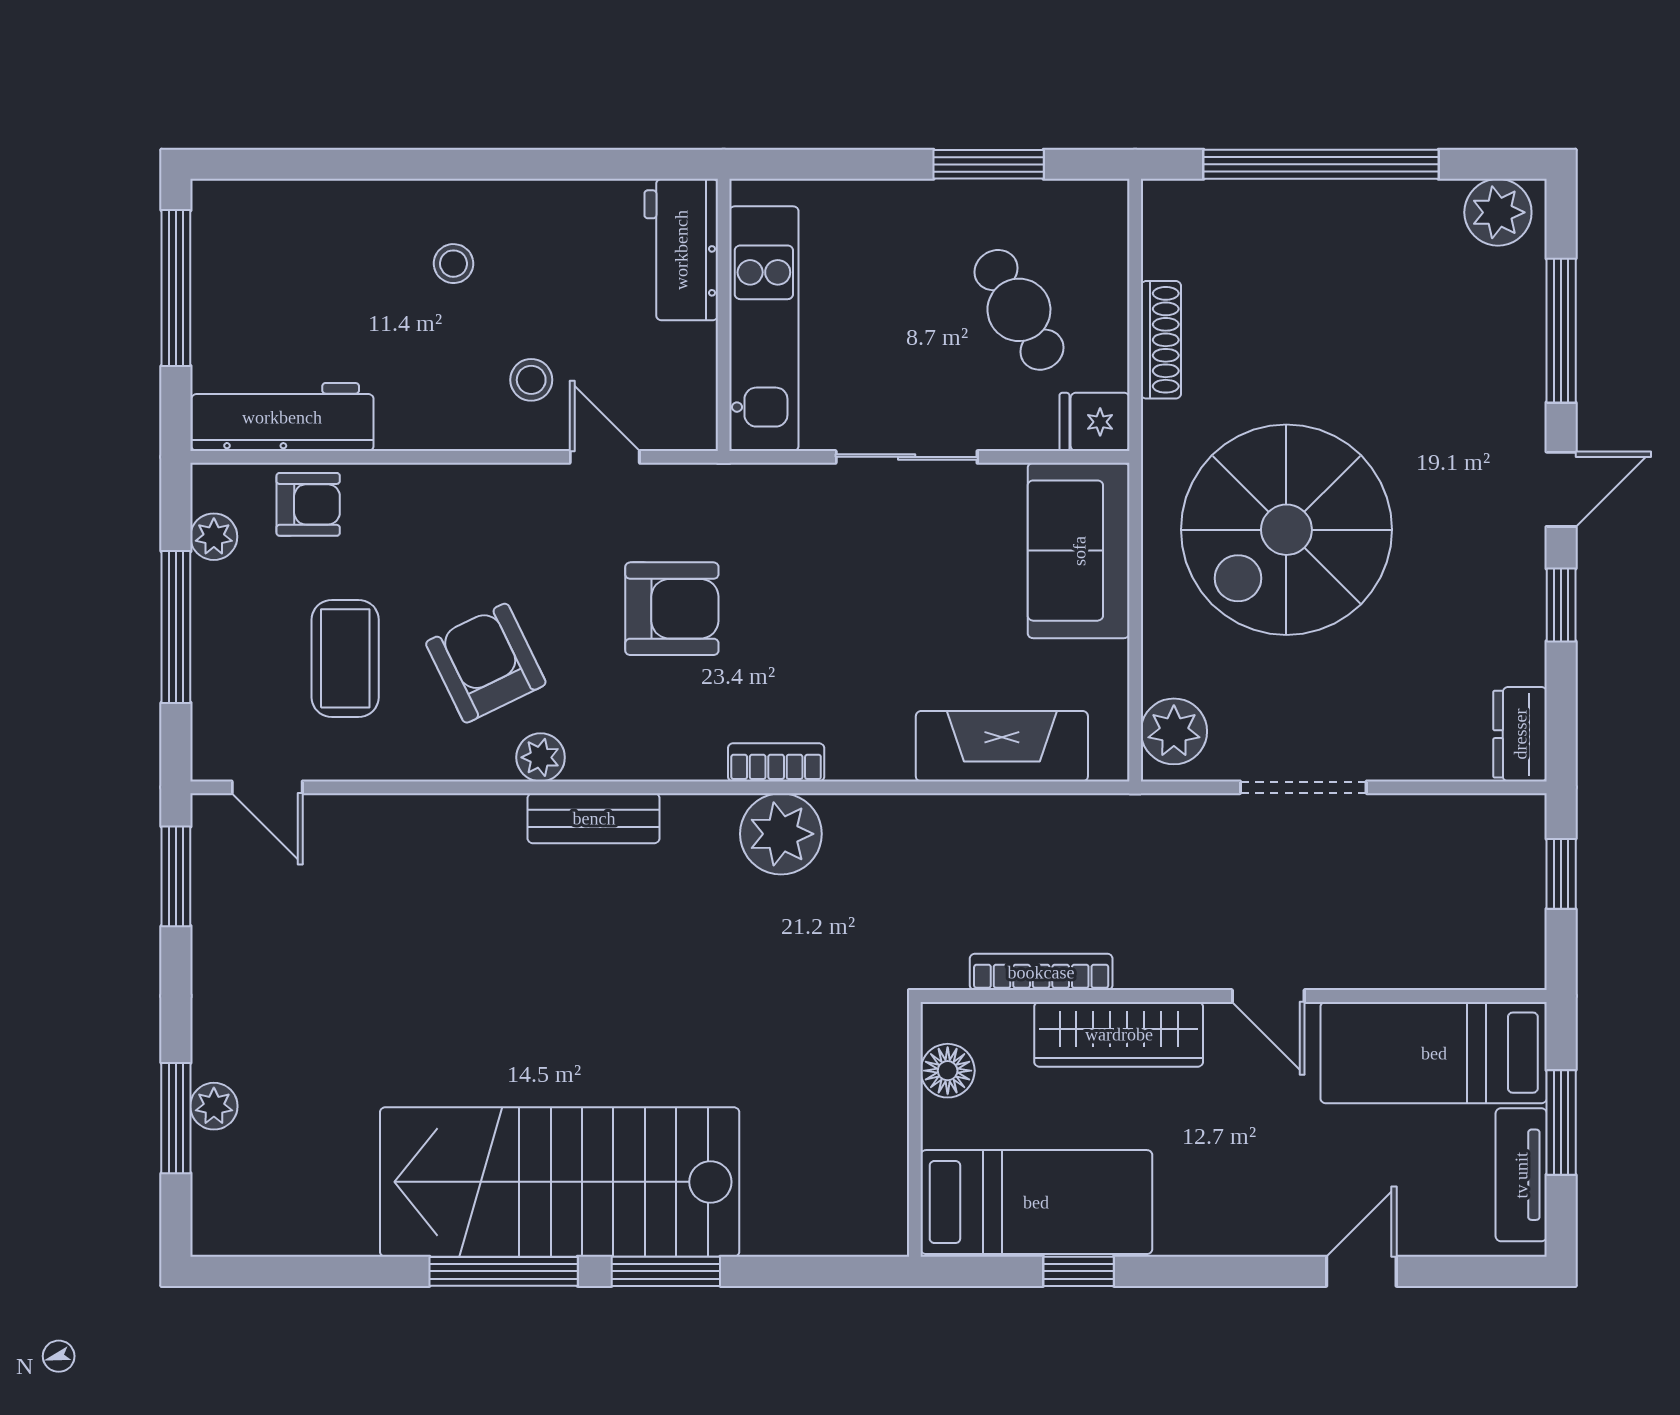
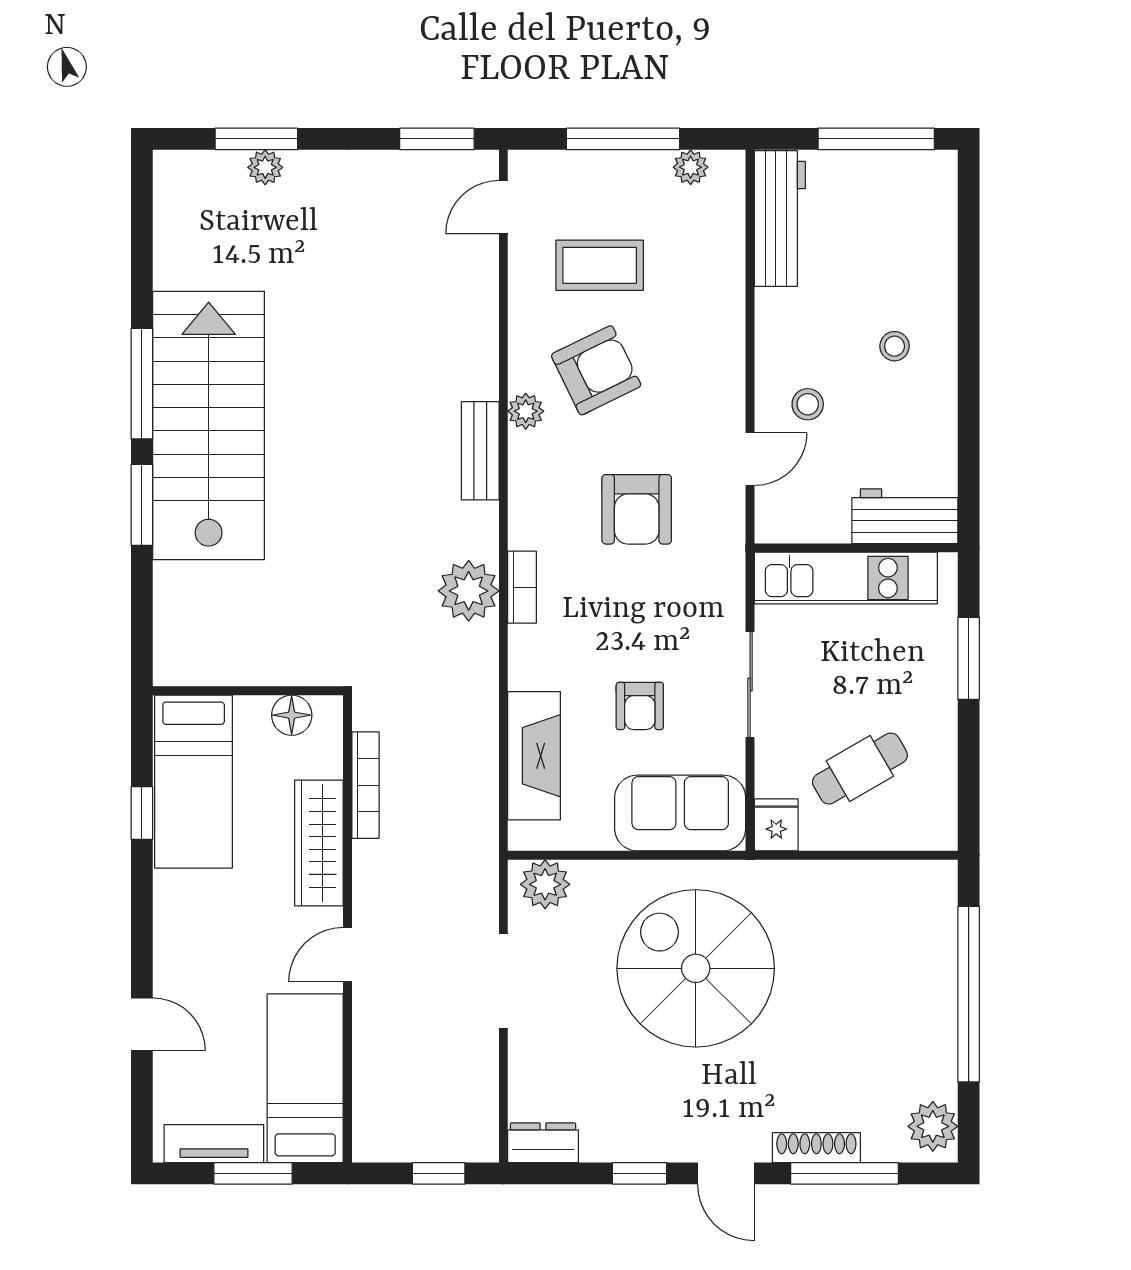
window: (989, 164) -> (969, 658), moved
shoe rack: (1161, 340) -> (816, 1148), moved, turned 180
armchair: (308, 504) -> (640, 706), moved

